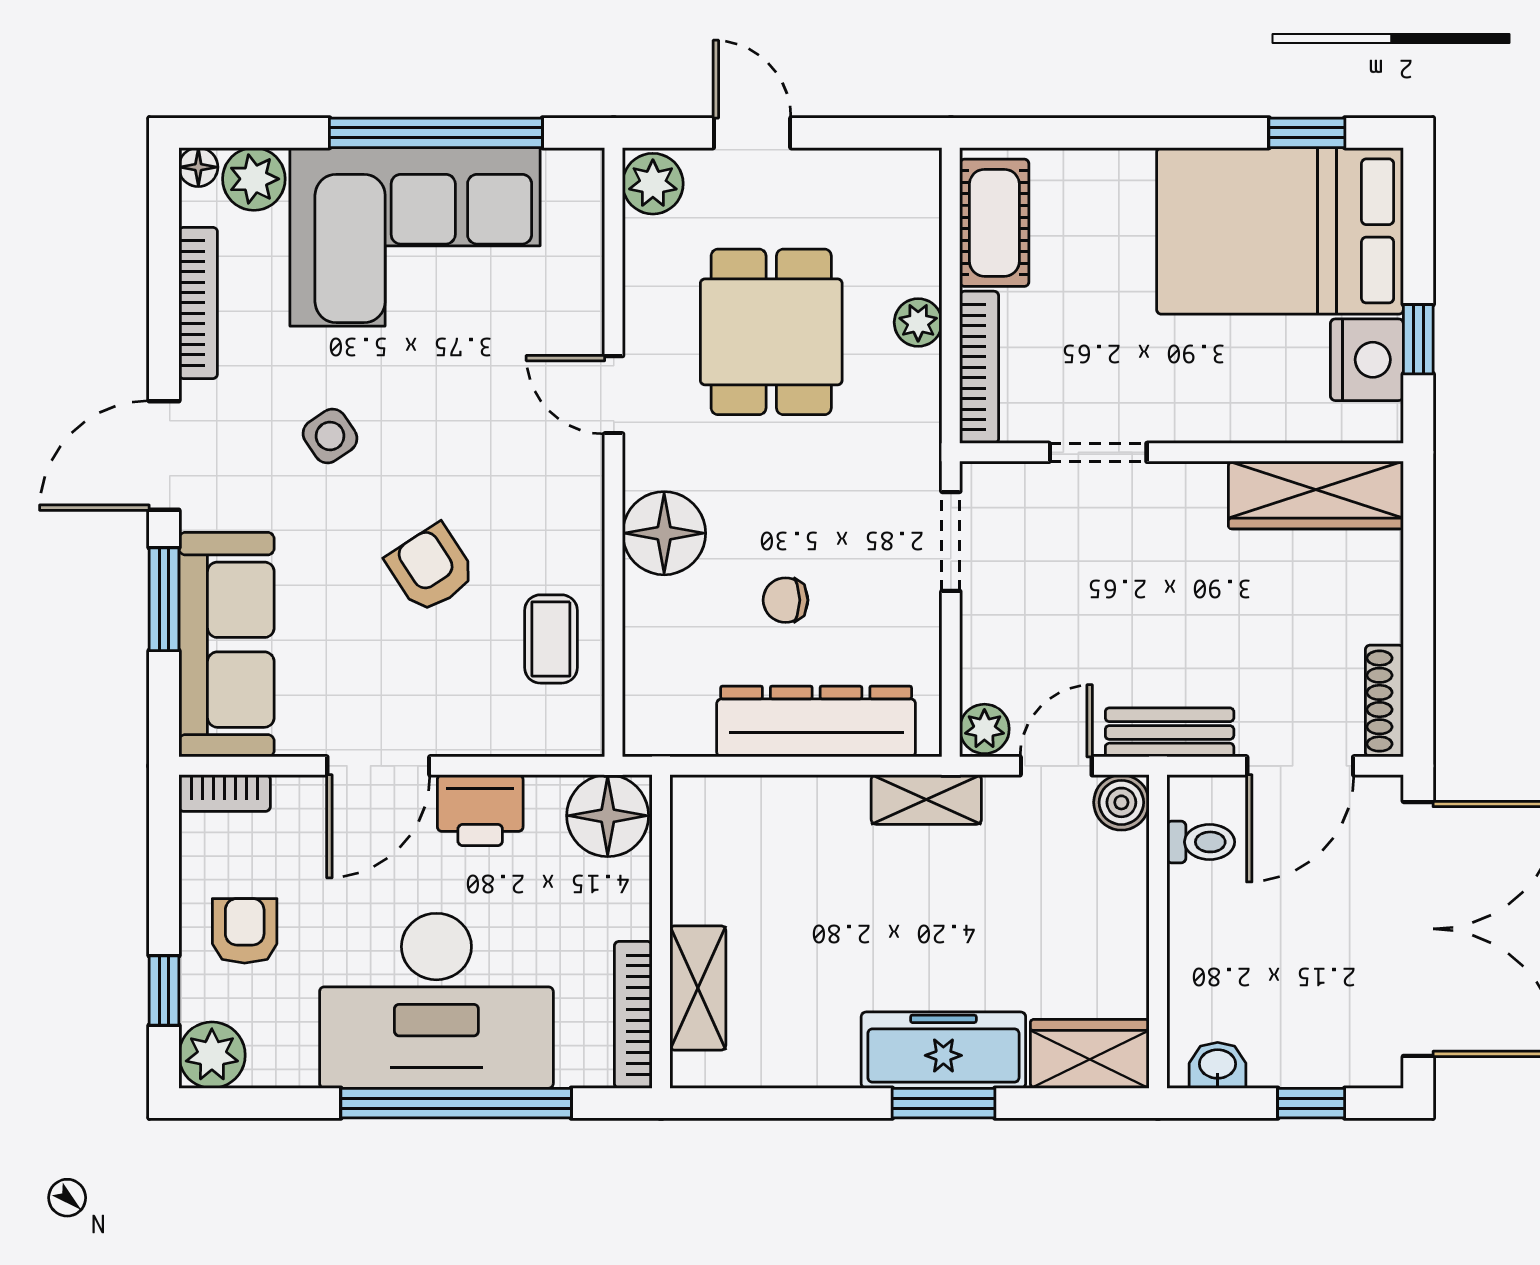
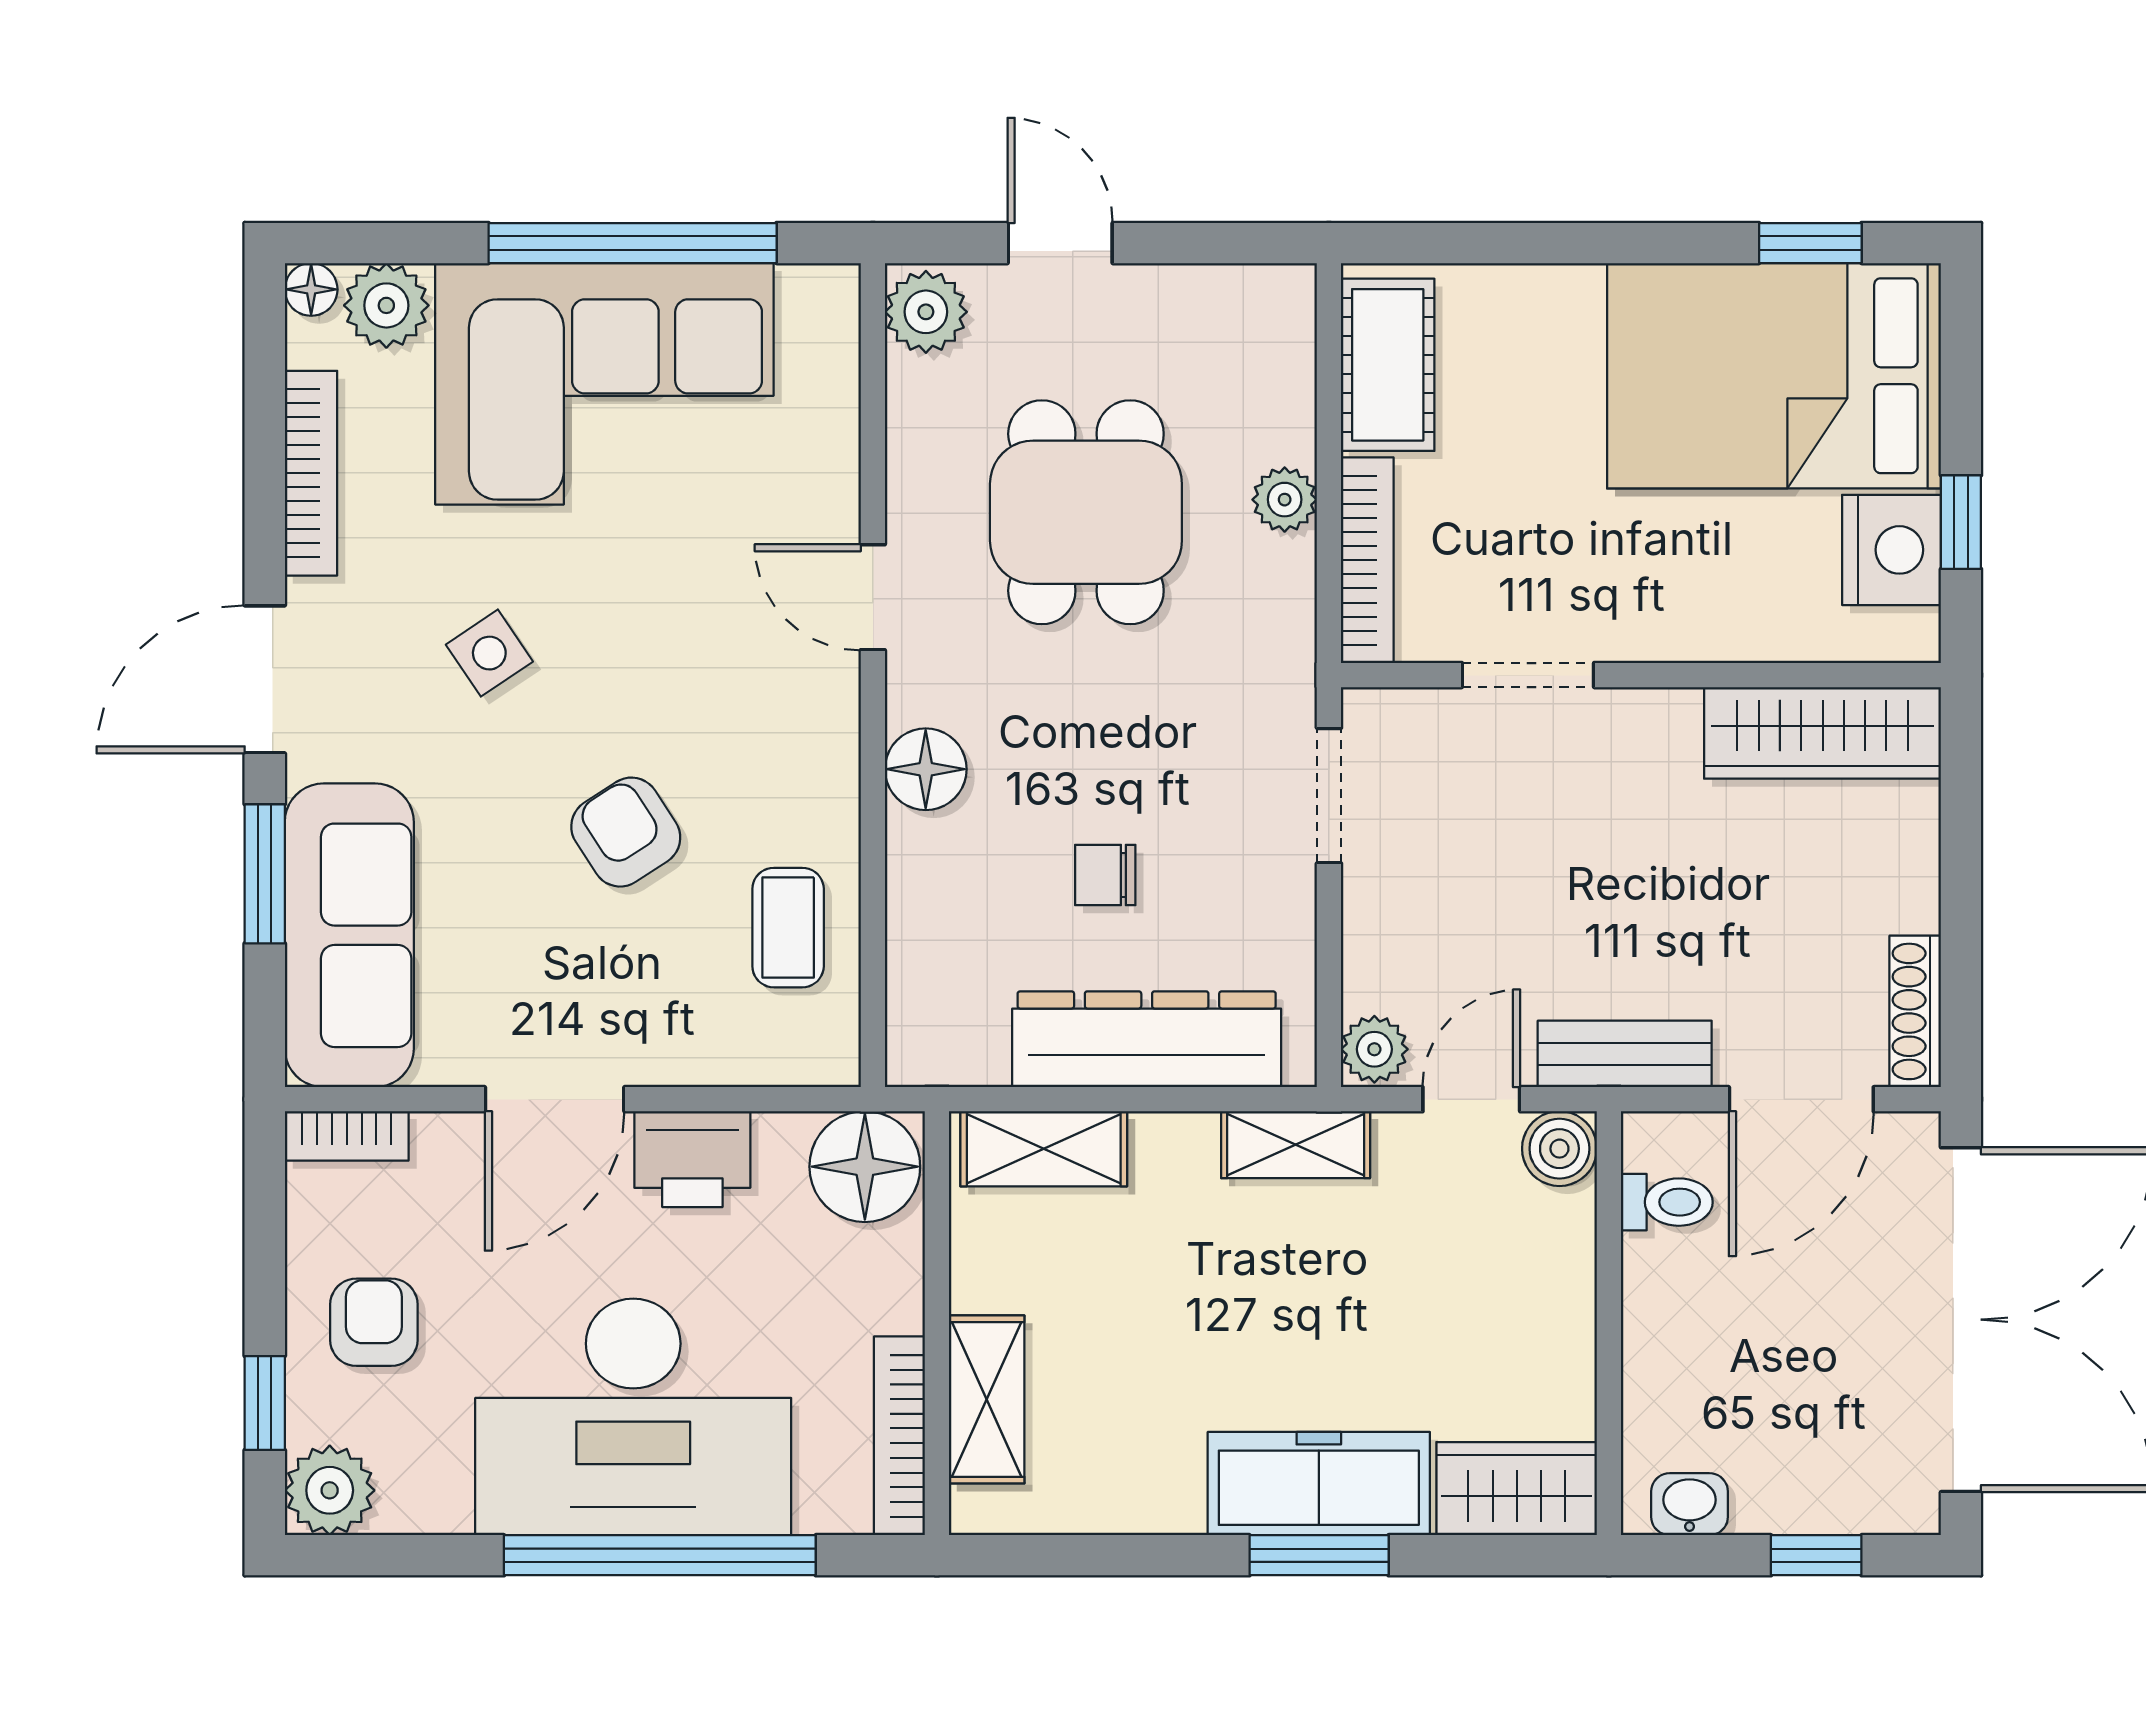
floor lamp: (664, 533) -> (926, 769), width x0.73, depth x0.73
shelving: (740, 803) -> (1044, 1149), added

